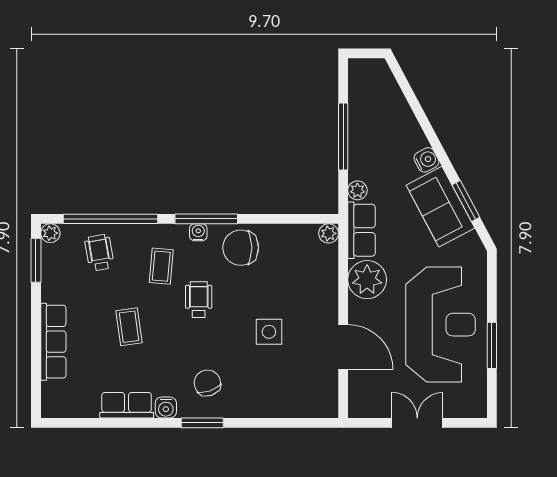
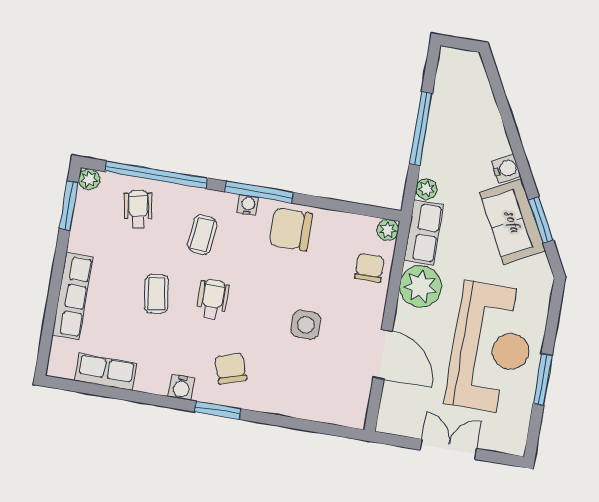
chair: (318, 270) -> (369, 268), added
wheelchair: (199, 300) -> (213, 299), moved
row of seats: (127, 405) -> (106, 372), moved

